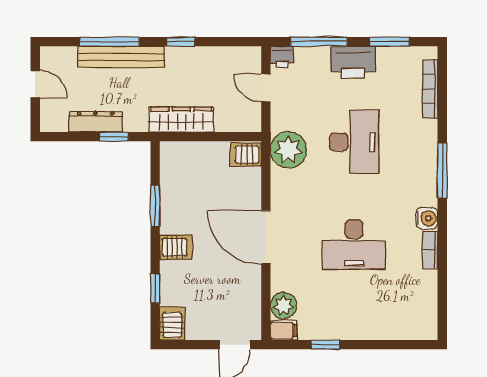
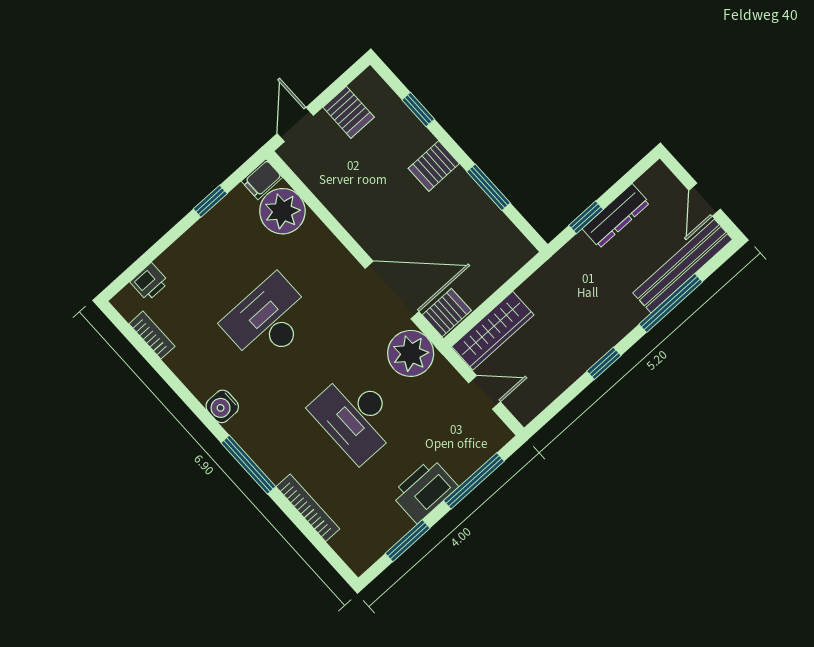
bench: (121, 57) -> (683, 266), moved
printer: (282, 57) -> (149, 282), moved, turned 180
door: (35, 84) -> (705, 200), hinge flipped
bookcase: (430, 89) -> (308, 508), moved
wardrobe: (181, 120) -> (493, 331), moved
door: (266, 237) -> (392, 290), moved
bookcase: (430, 250) -> (152, 335), moved
plant: (284, 305) -> (282, 211), width x1.36, depth x1.36
server rack: (172, 324) -> (349, 112), moved

